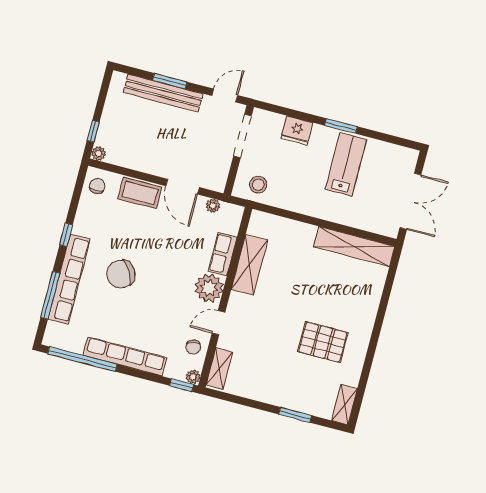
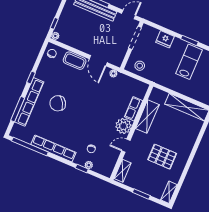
row of seats: (223, 254) -> (134, 109), moved
shelving: (249, 265) -> (147, 117), moved
plant: (209, 288) -> (123, 126), moved
wall: (225, 297) -> (132, 132), moved
door: (219, 323) -> (126, 146), moved
shelving: (219, 368) -> (123, 171), moved

